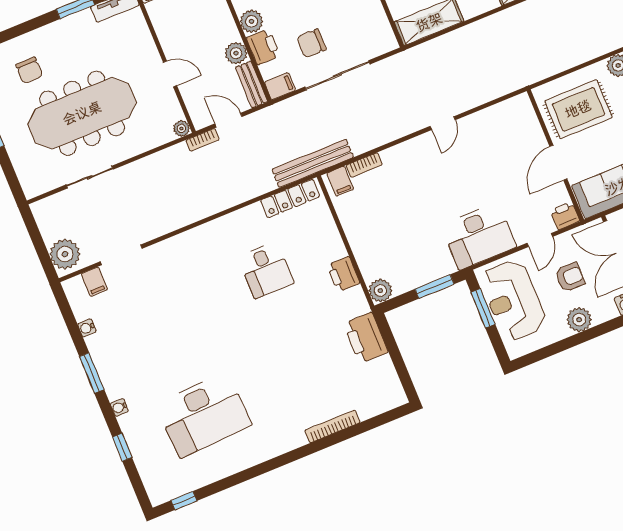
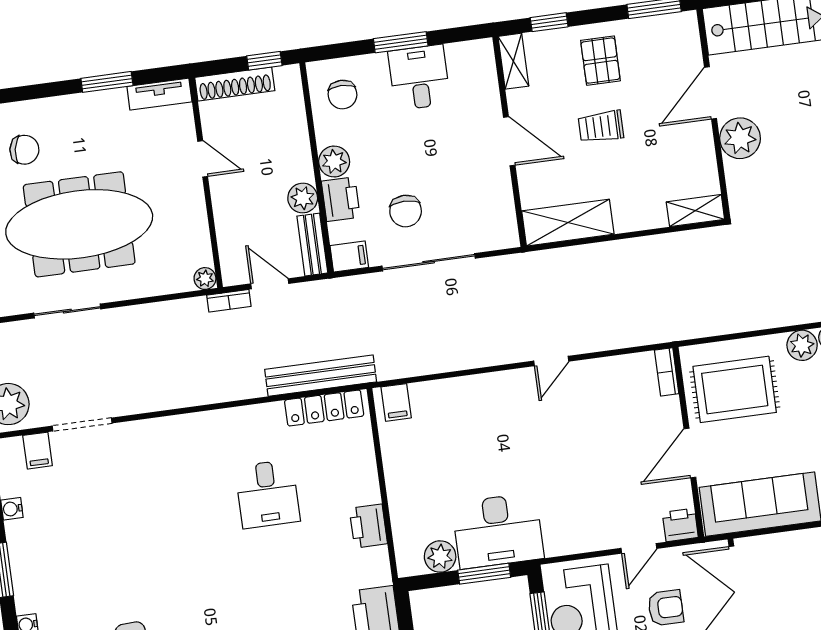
chair: (312, 43) -> (406, 211), turned -90
chair: (29, 70) -> (24, 150), turned -80
door: (170, 74) -> (203, 159), moved
bench: (313, 163) -> (321, 376), moved
bookcase: (364, 165) -> (667, 372), moved, turned 90
desk: (479, 236) -> (498, 531), moved
plant: (380, 291) -> (440, 557), moved

